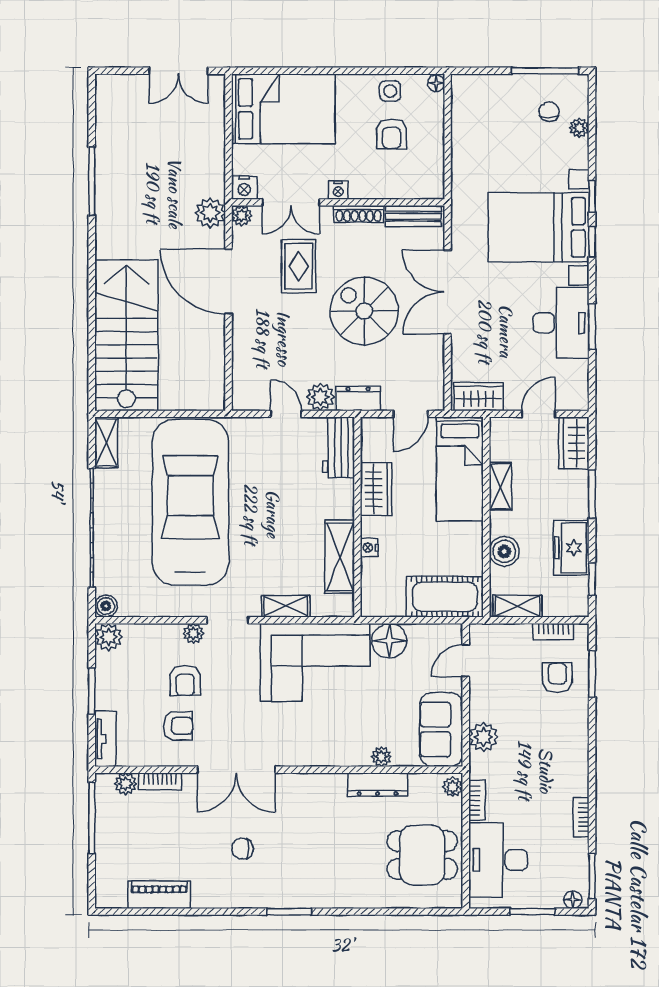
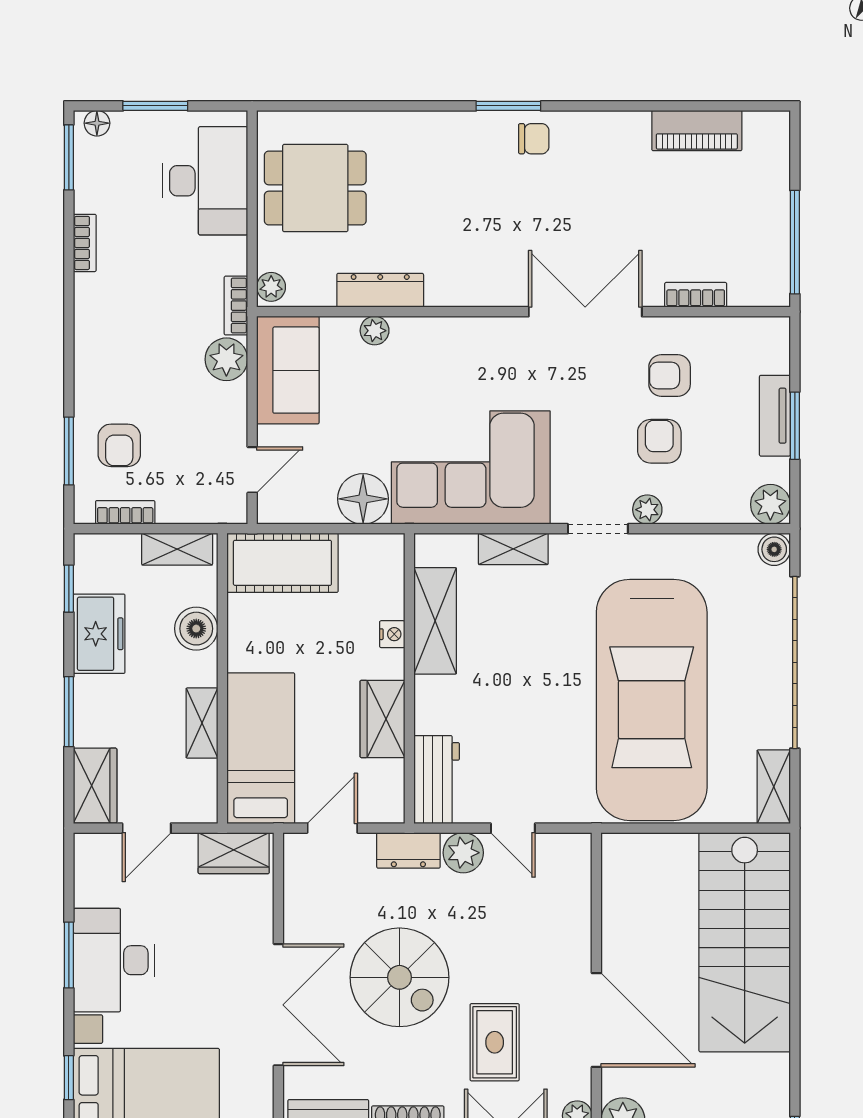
tv unit: (105, 739) -> (775, 416), moved
plant: (126, 784) -> (746, 291), removed
bookcase: (477, 800) -> (236, 306), moved
chair: (242, 849) -> (534, 139), moved

